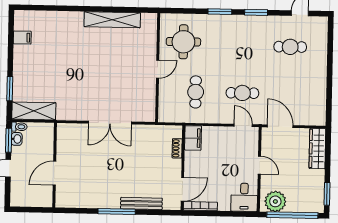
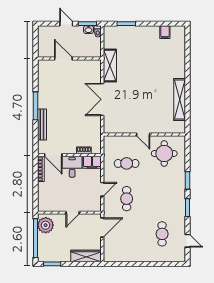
shelving: (34, 111) -> (110, 65), moved
door: (243, 125) -> (102, 189), moved
desk: (244, 197) -> (72, 167), moved, turned 90

